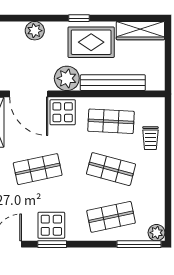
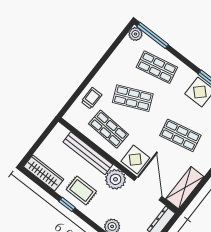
window: (79, 18) -> (67, 204), moved
rug: (91, 42) -> (81, 190), width x0.73, depth x0.70
shop shelf: (111, 169) -> (133, 98), turned -39

